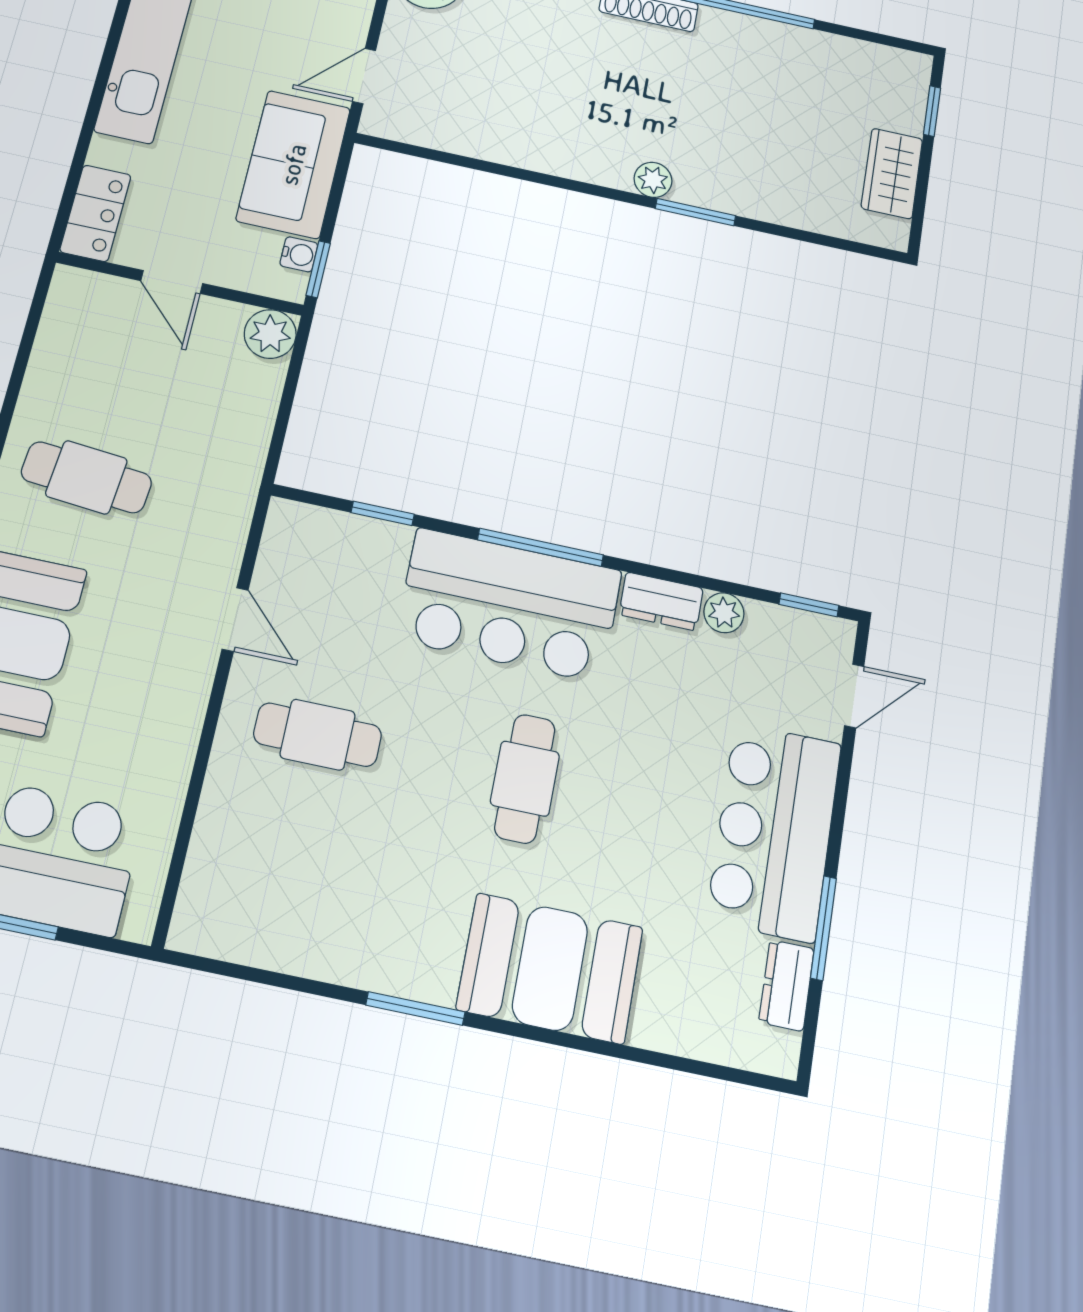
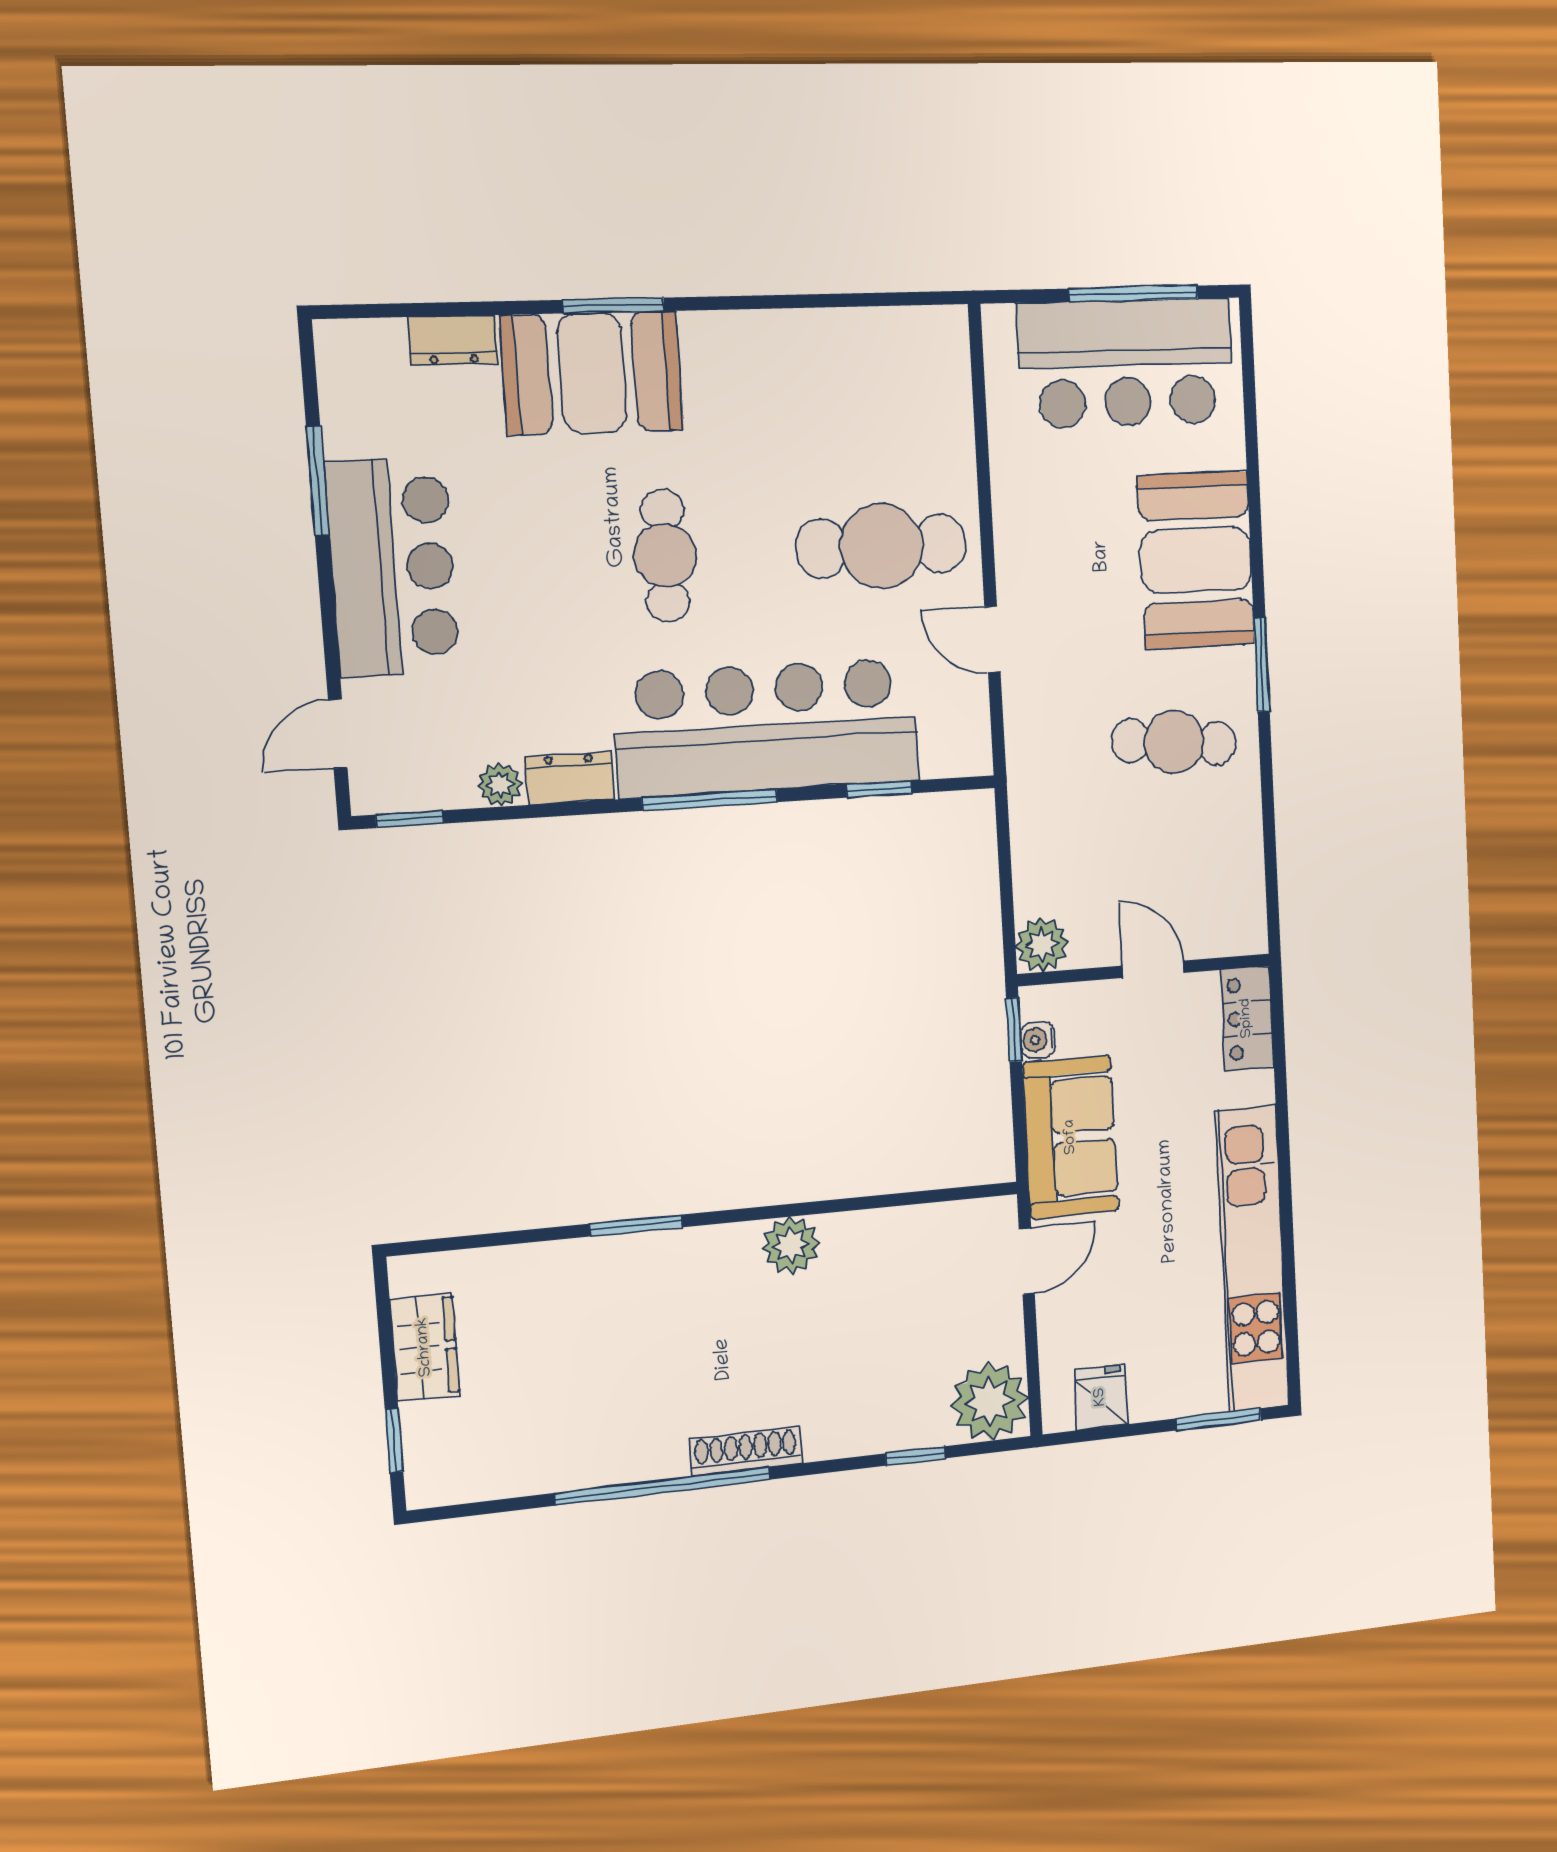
plant: (653, 180) -> (791, 1246), moved, width x1.38, depth x1.38
bar counter: (509, 605) -> (767, 728), width x1.36
cafe table: (318, 735) -> (881, 546), width x1.37, depth x1.35
dresser: (786, 985) -> (453, 340), moved, turned 90
window: (415, 1009) -> (614, 305), moved

